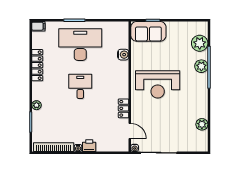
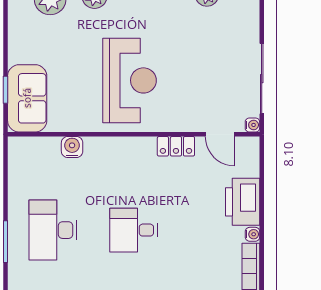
desk: (80, 45) -> (53, 230), width x0.73, depth x0.77
door: (130, 131) -> (220, 134), swing flipped
printer: (89, 146) -> (243, 202), width x1.87, depth x1.48

